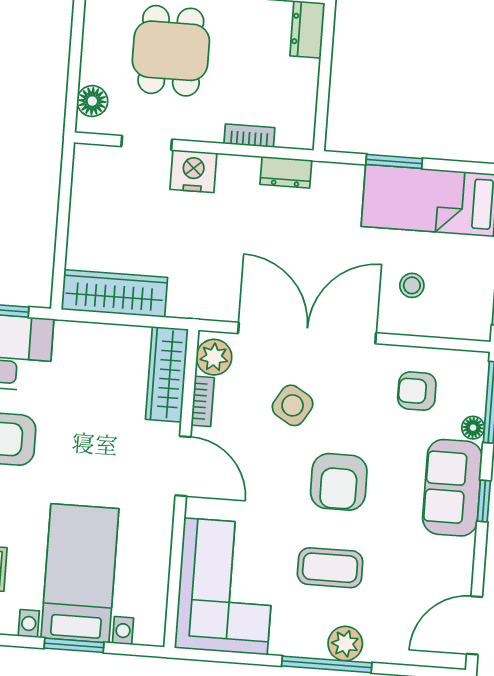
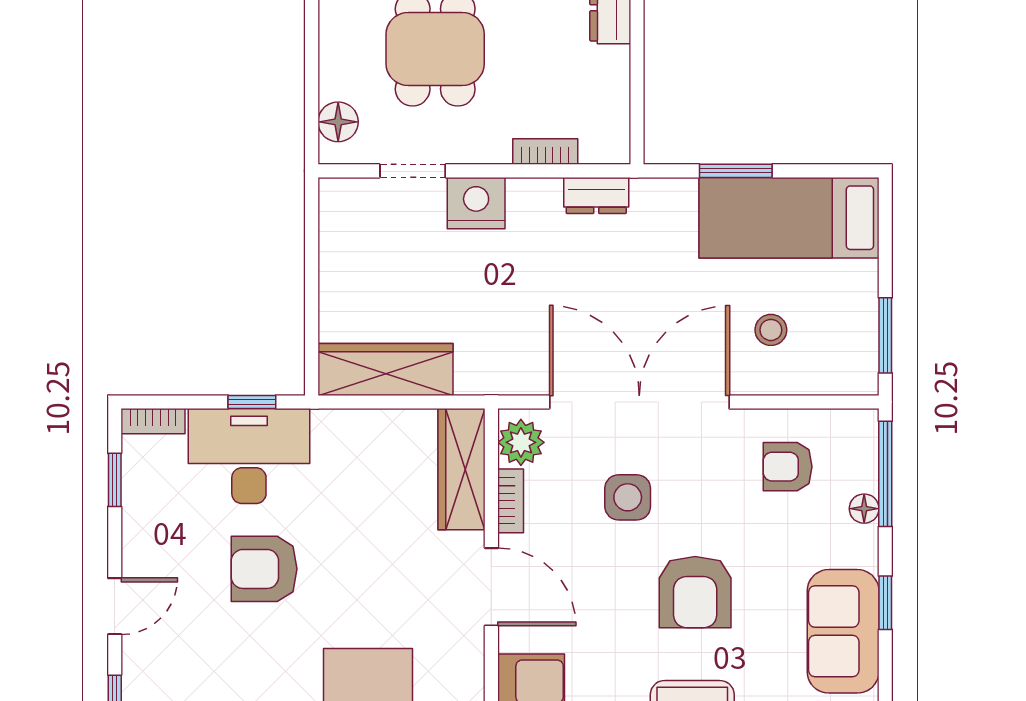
side table: (293, 405) -> (628, 497), turned -31
sofa: (452, 488) -> (843, 631), moved

